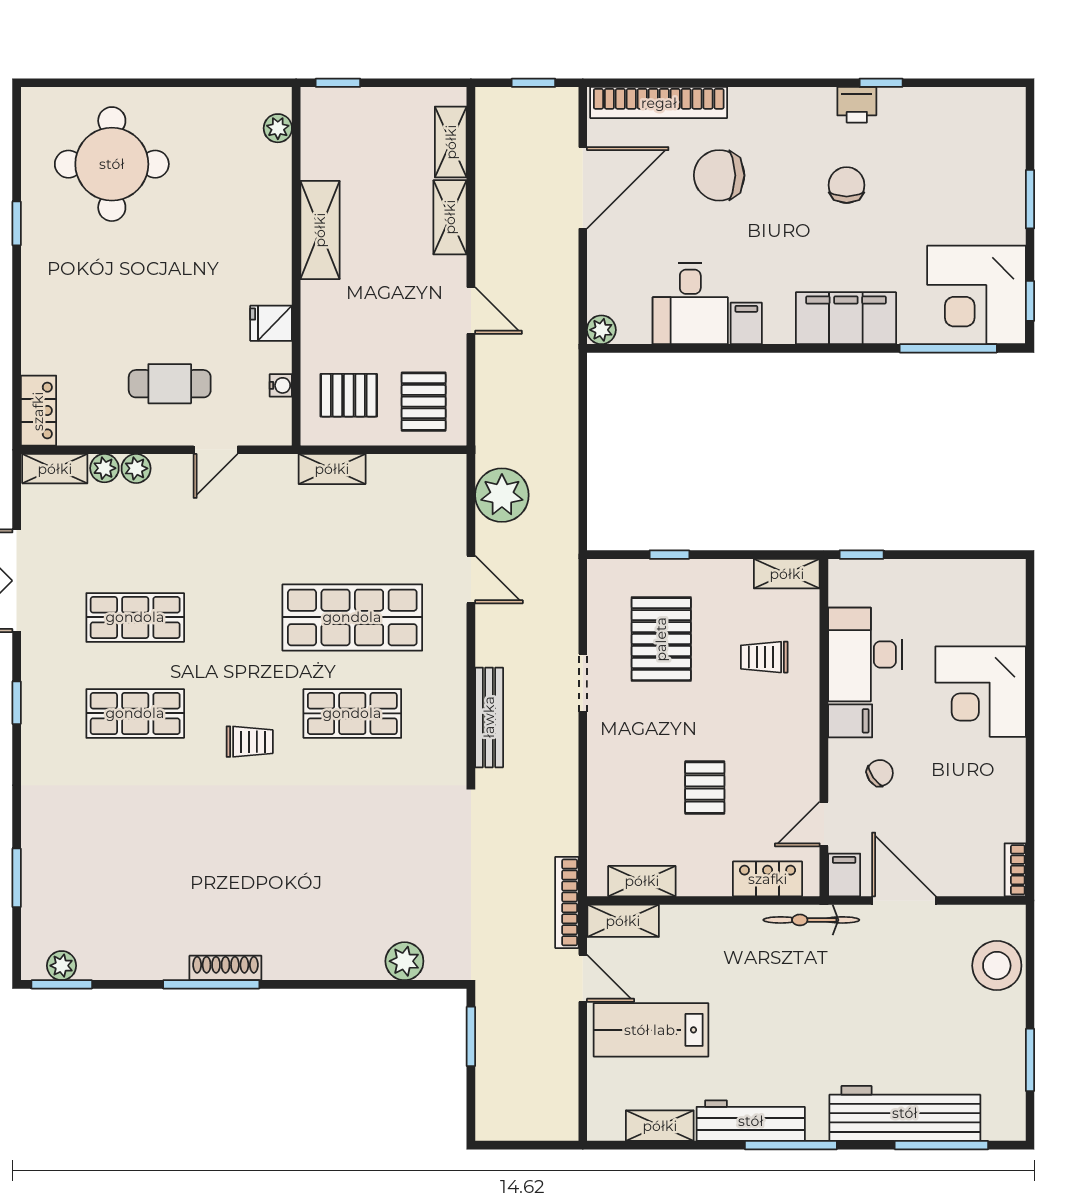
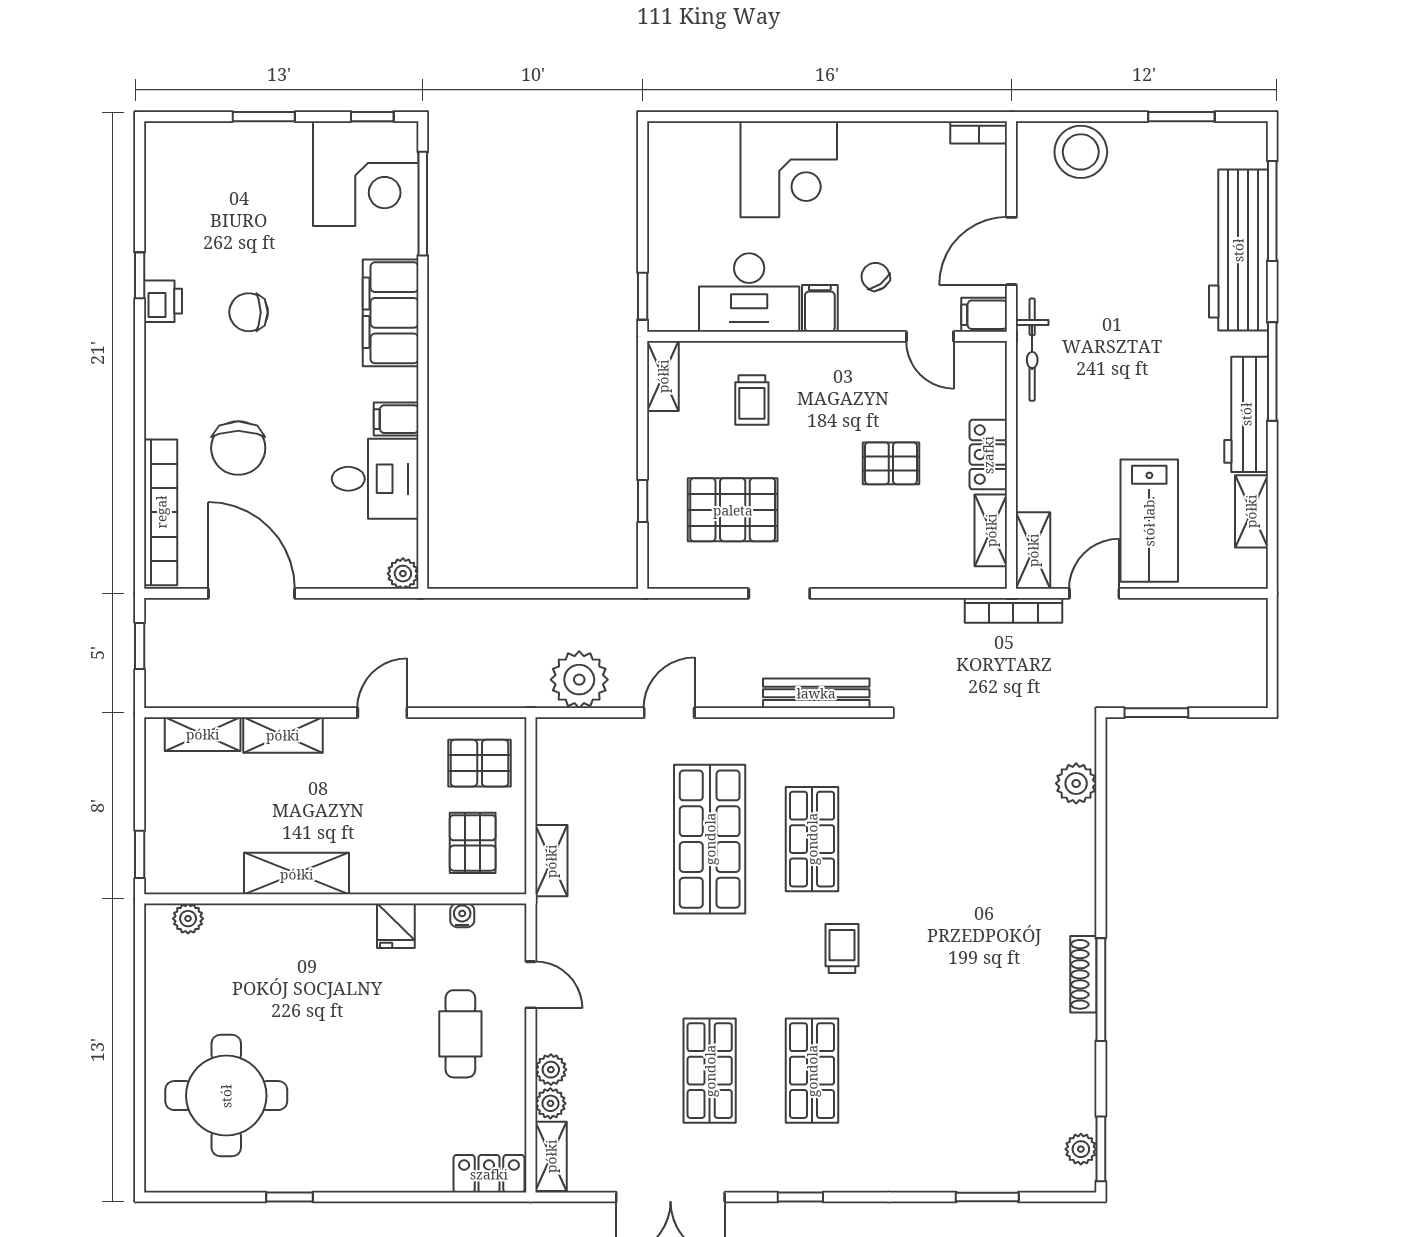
locker: (768, 879) -> (988, 455), moved

